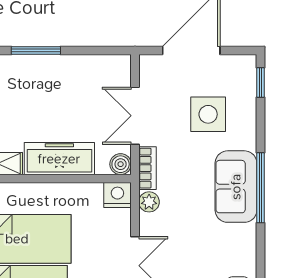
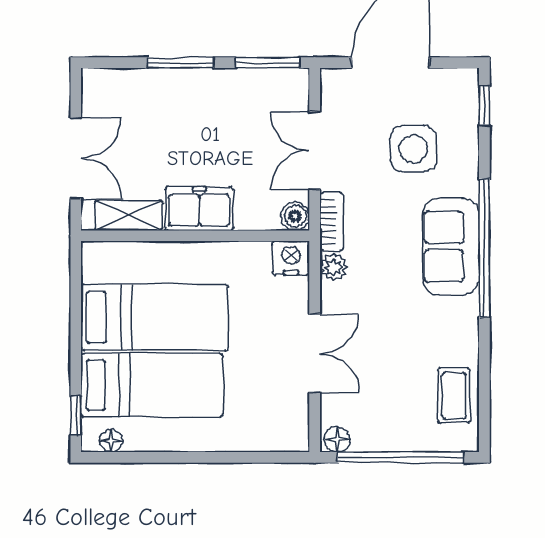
window: (100, 50) -> (268, 63), added
freezer: (59, 159) -> (199, 209), width x0.71
window: (261, 188) -> (484, 248), width x1.46

